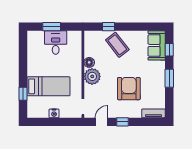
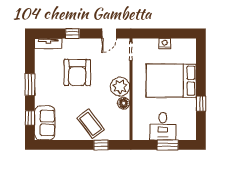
bed: (48, 86) -> (171, 81), width x1.50
window: (23, 94) -> (201, 104), moved
window: (122, 122) -> (72, 34), moved

